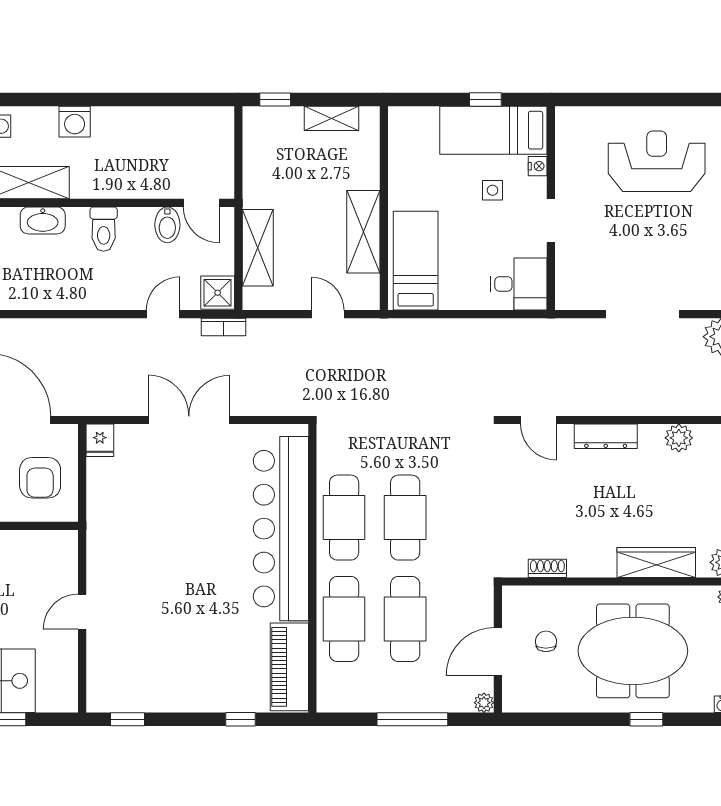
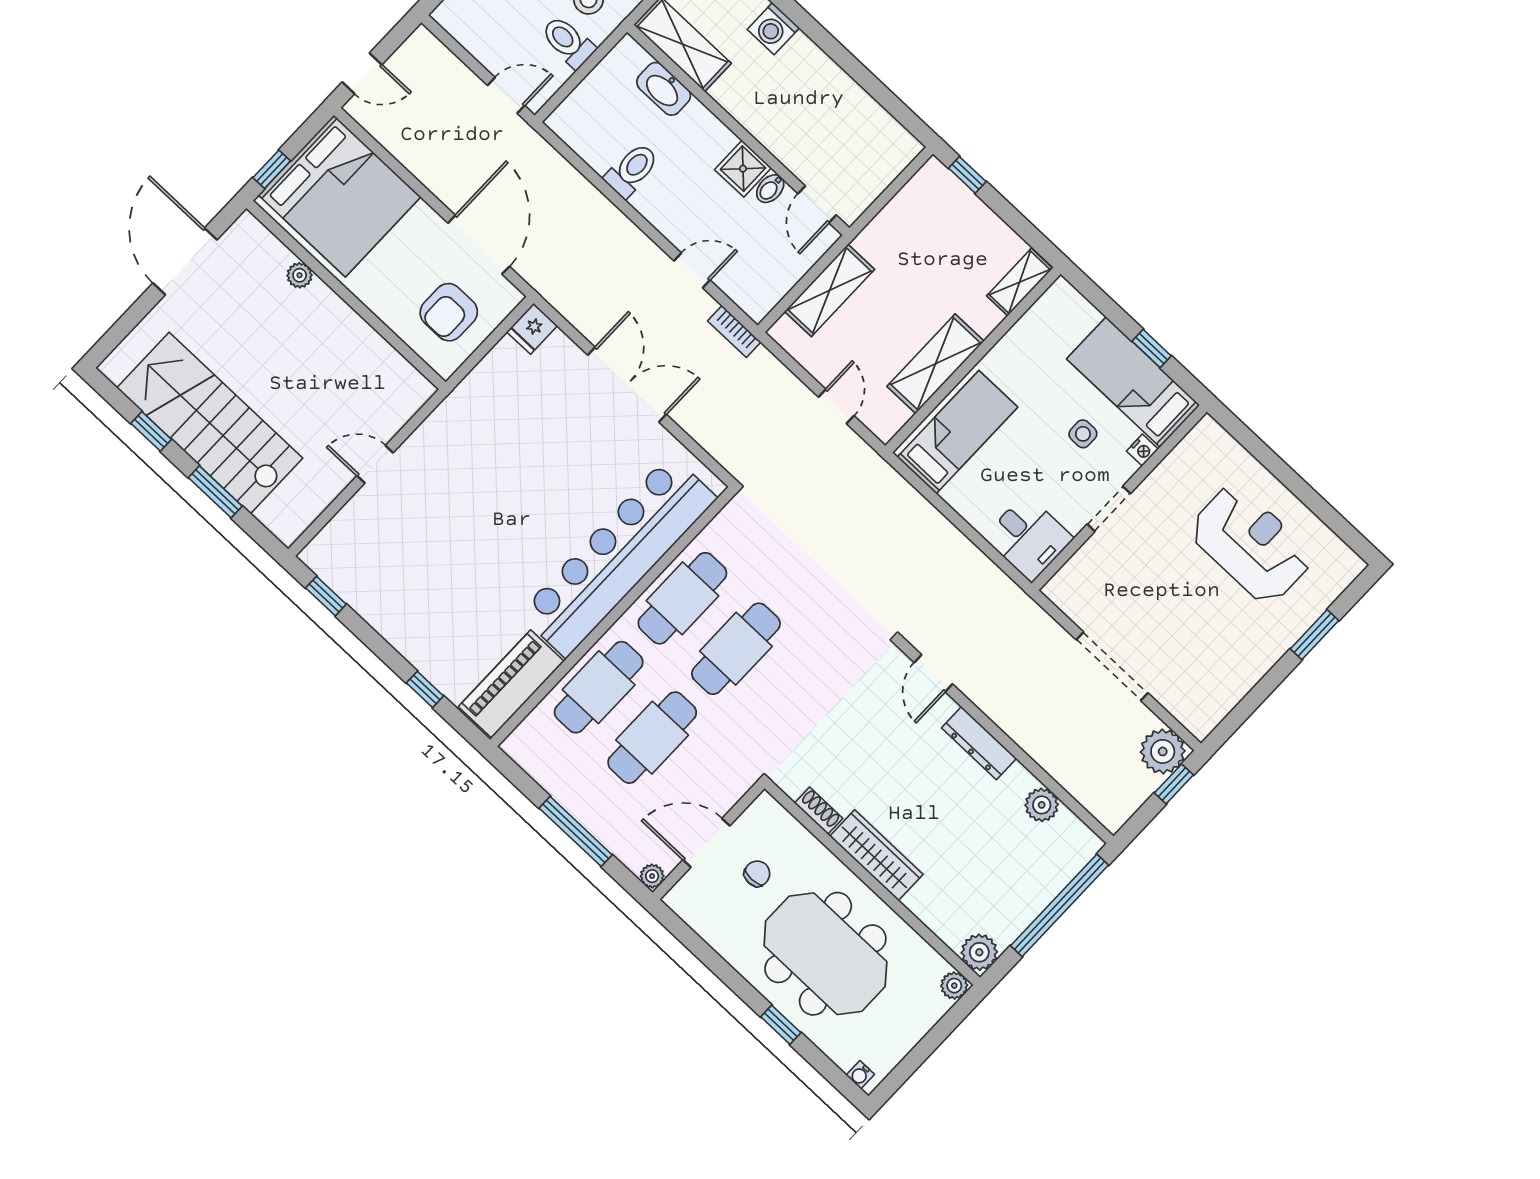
shelving: (331, 118) -> (1020, 282), moved, turned 90
bidet: (167, 225) -> (770, 189), width x0.72, depth x0.74
toilet: (104, 229) -> (632, 170), moved, turned 180
shower: (218, 293) -> (743, 169), moved
wardrobe: (656, 562) -> (876, 855), moved

